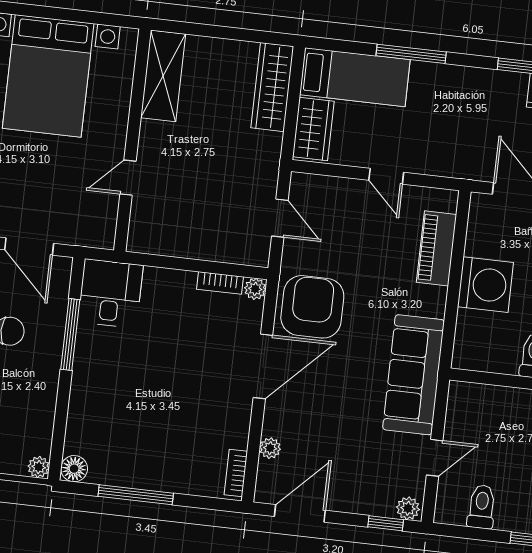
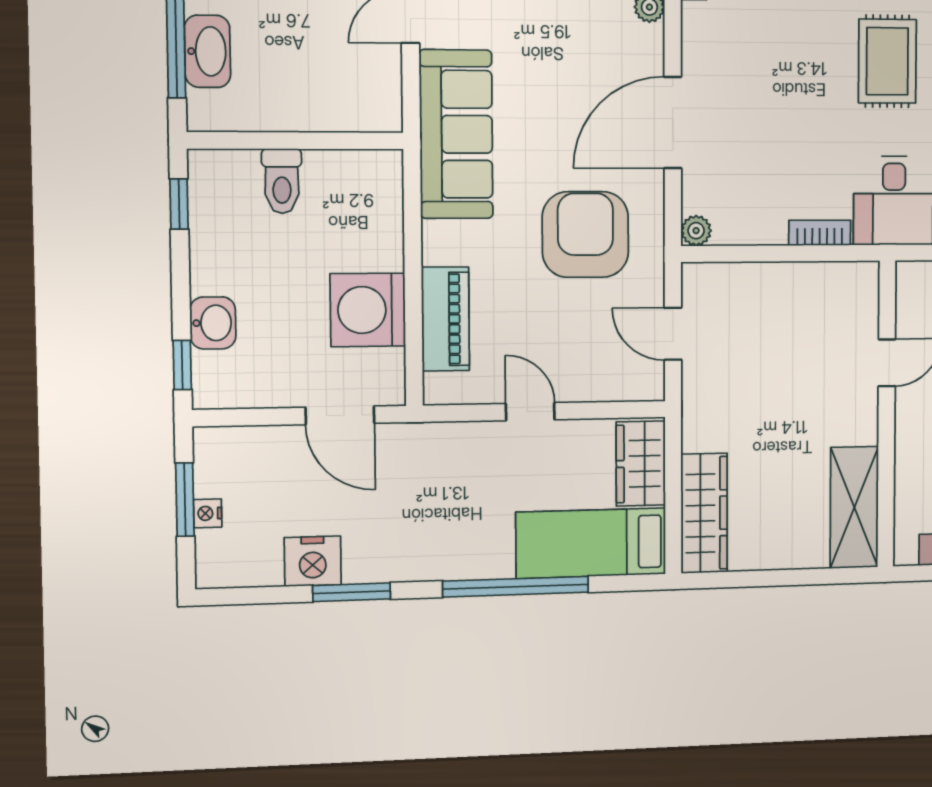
window: (411, 54) -> (516, 587), width x1.46
bookcase: (220, 283) -> (820, 233), moved
washing machine: (486, 285) -> (368, 310), moved
armchair: (312, 307) -> (585, 235), moved, turned 180
rug: (105, 393) -> (887, 61), added

